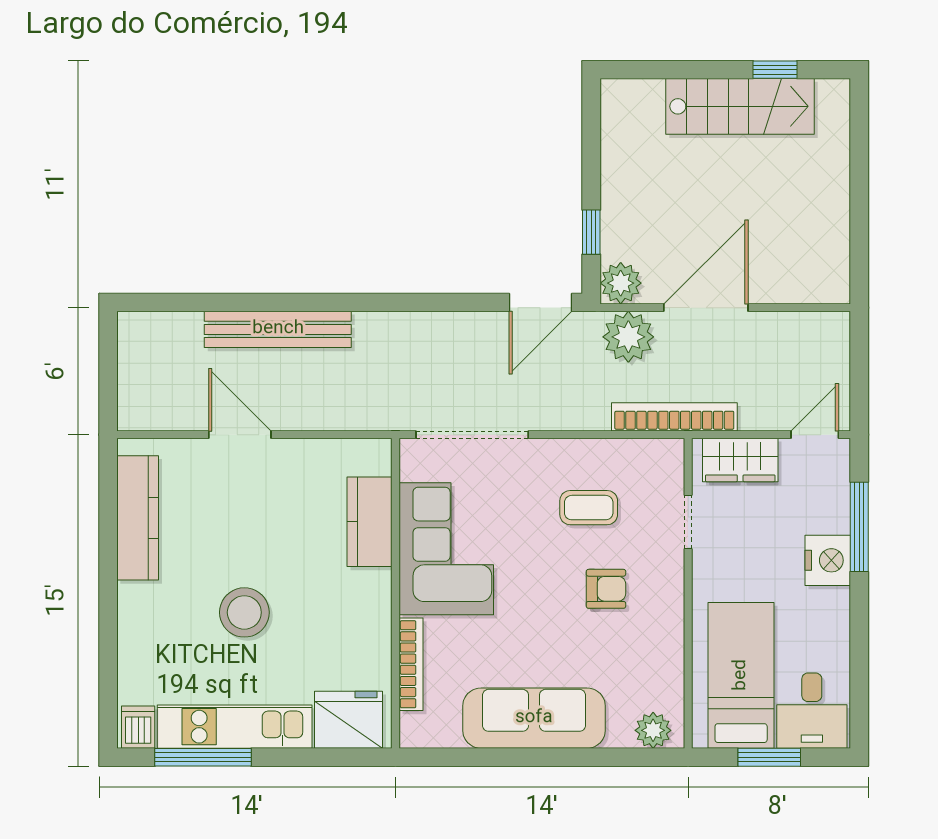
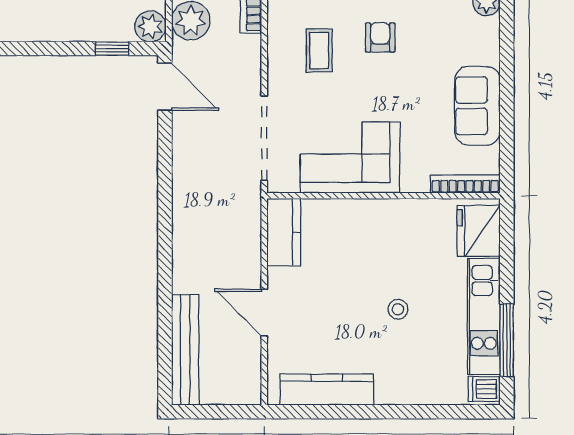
bench: (278, 329) -> (185, 350), moved
door: (240, 435) -> (264, 313), hinge flipped
kitchen counter: (370, 522) -> (284, 232), moved, turned -90
stool: (244, 612) -> (398, 309), width x0.53, depth x0.53
bookcase: (411, 664) -> (465, 184), moved
sofa: (534, 718) -> (477, 106), width x0.73

